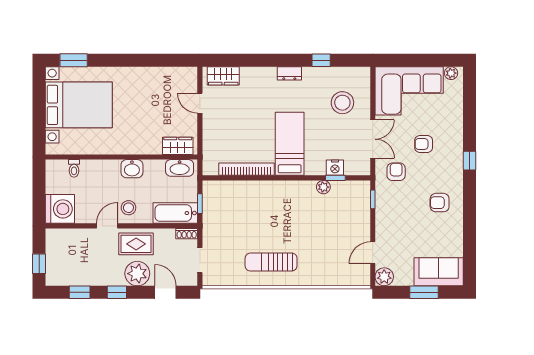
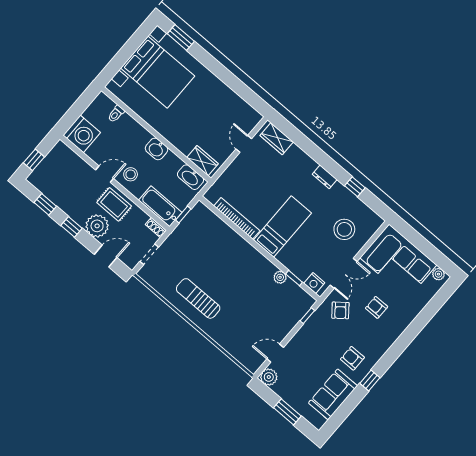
window: (469, 161) -> (370, 380), moved
nightstand: (335, 168) -> (314, 283), moved
armchair: (396, 172) -> (340, 310), turned 141
sofa: (439, 272) -> (333, 394), moved, turned -90
door: (165, 292) -> (106, 256), hinge flipped

